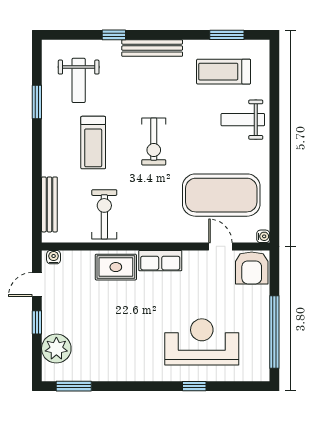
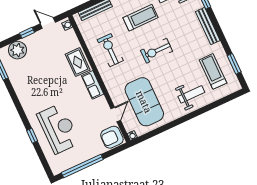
weight bench: (243, 120) -> (191, 94), turned 90
treadmill: (93, 143) -> (140, 18), turned 180
exercise bike: (104, 214) -> (110, 50), moved, turned -90

